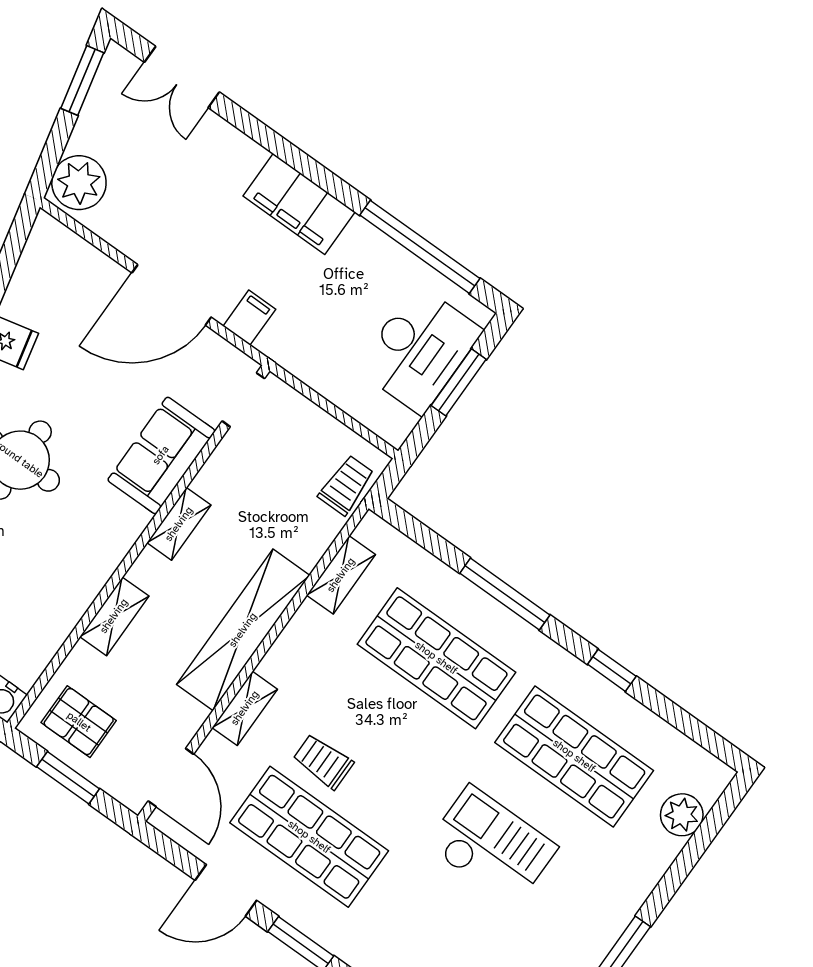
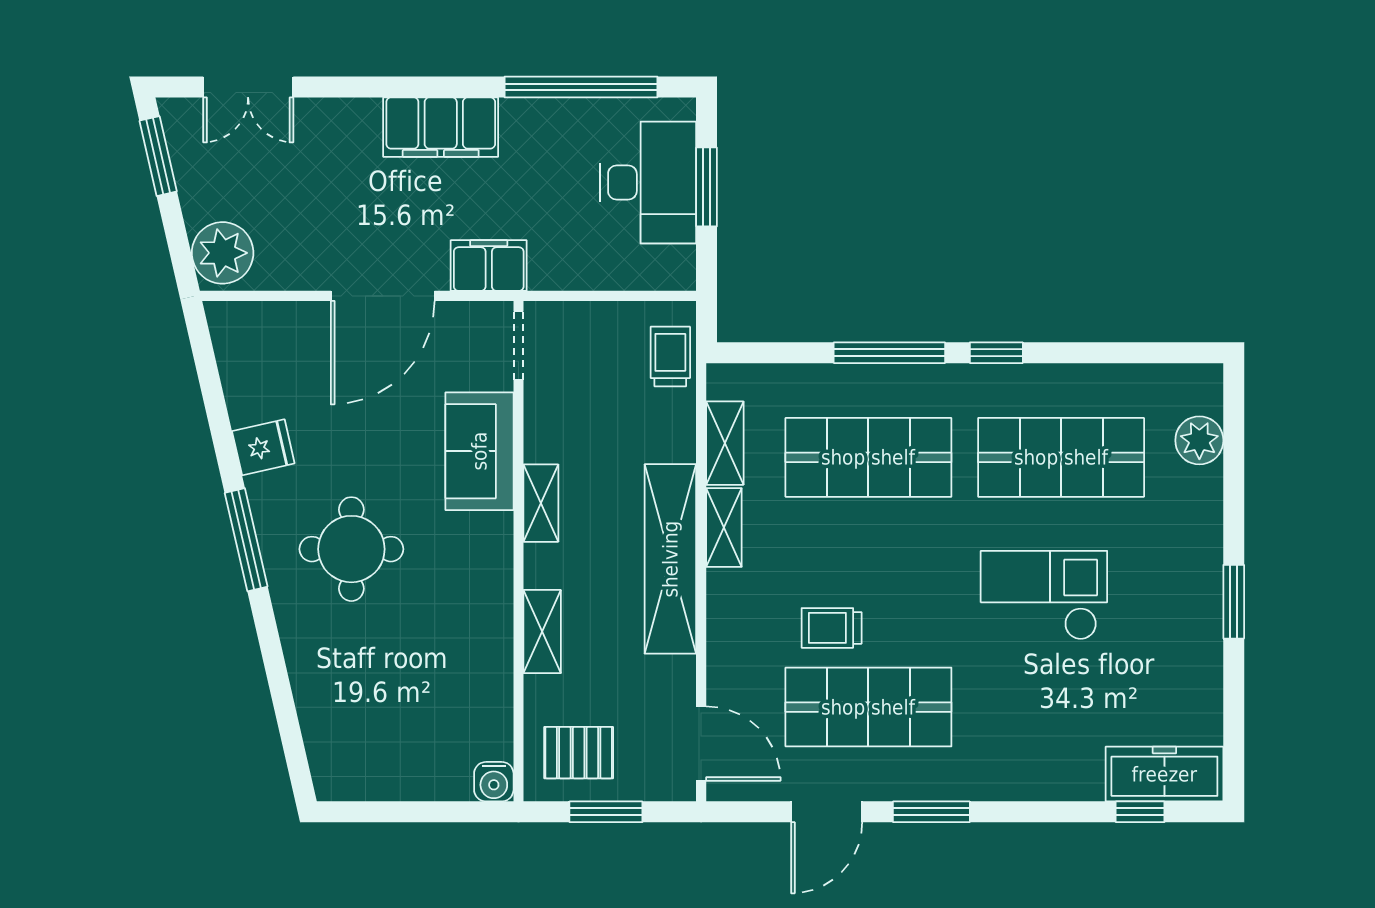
filing cabinet: (249, 318) -> (489, 265), width x2.00
window: (612, 670) -> (996, 353), moved
shelving: (245, 708) -> (724, 528), moved

